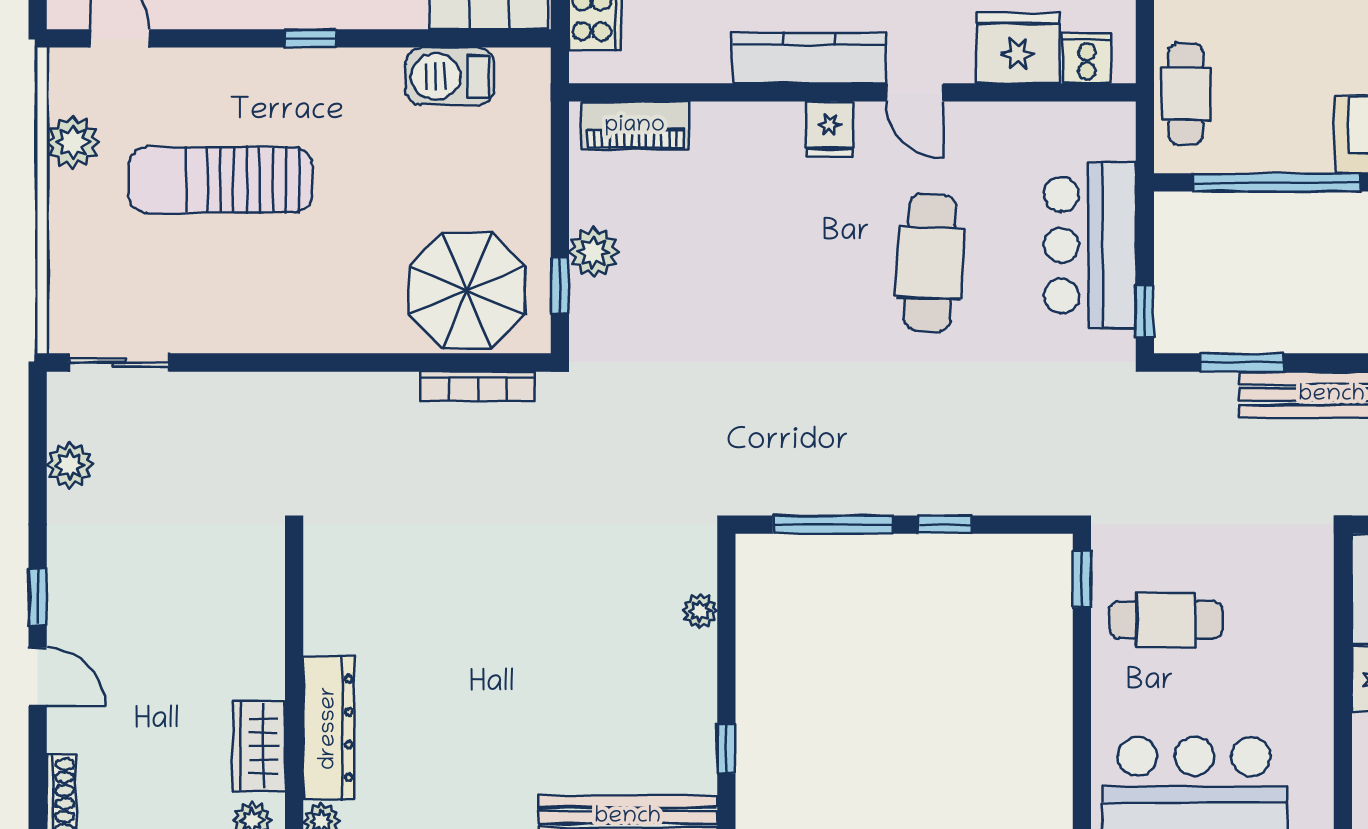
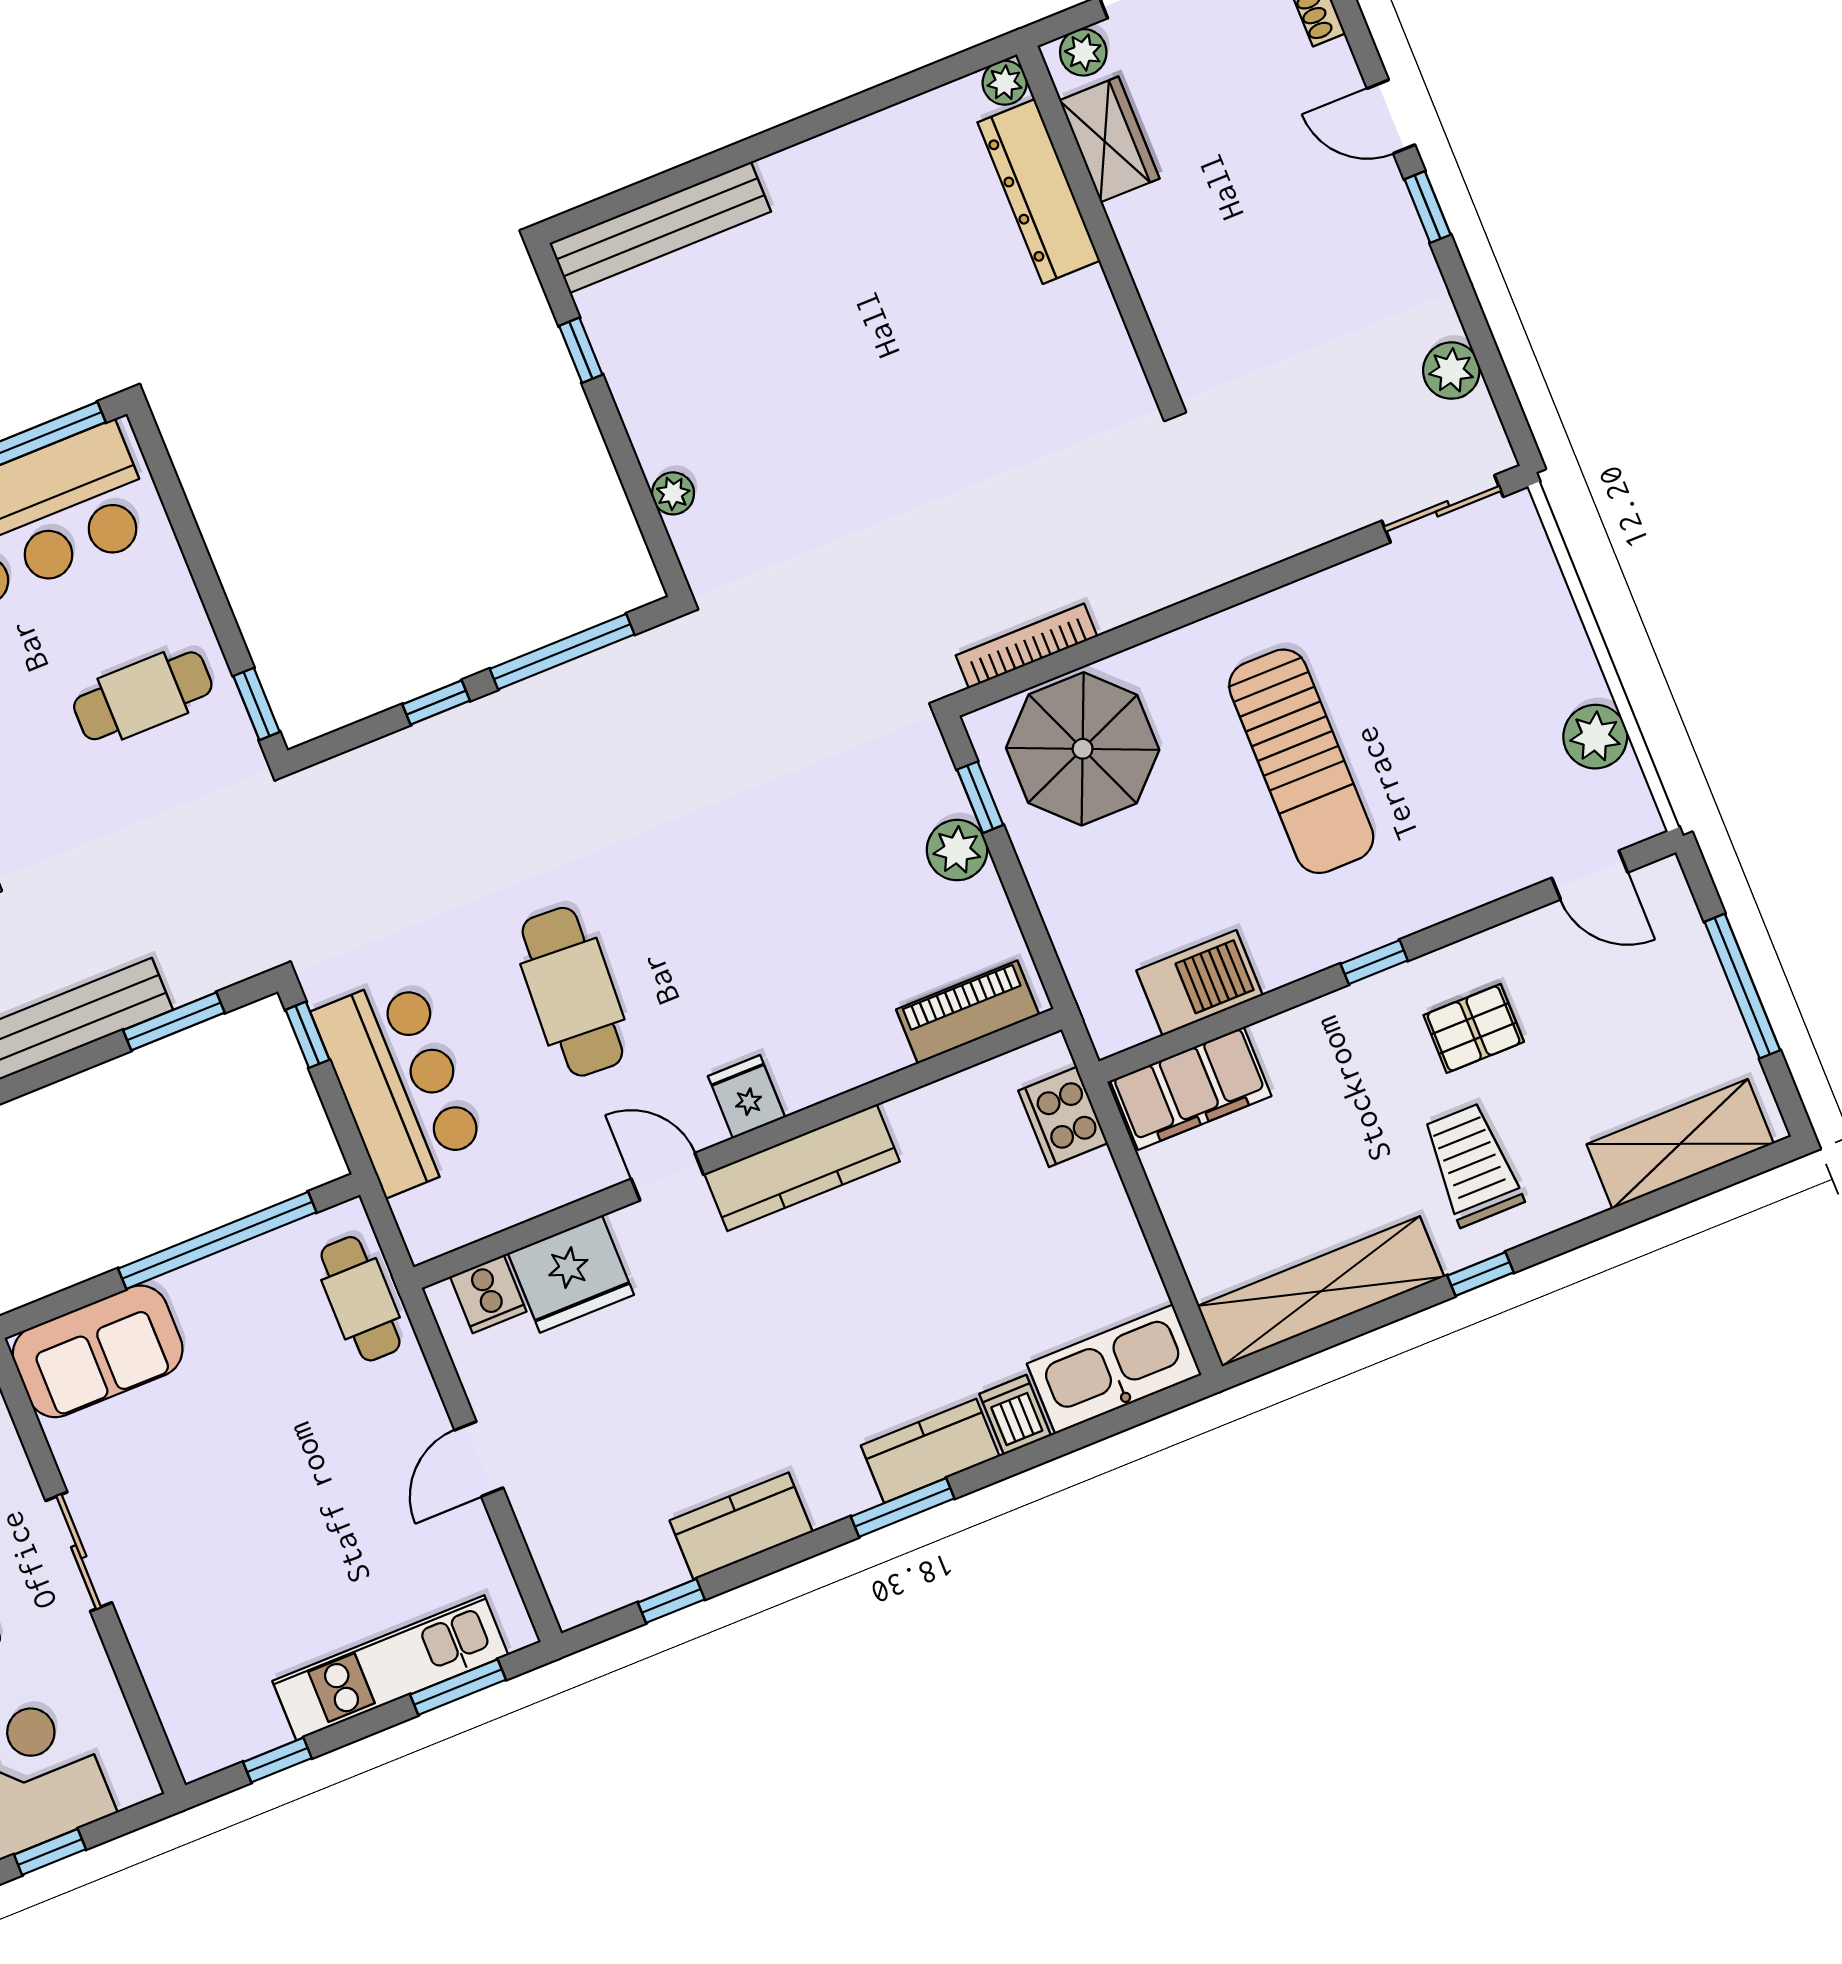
sun lounger: (220, 180) -> (1301, 761), moved, turned 90

